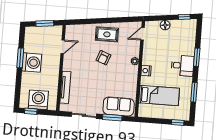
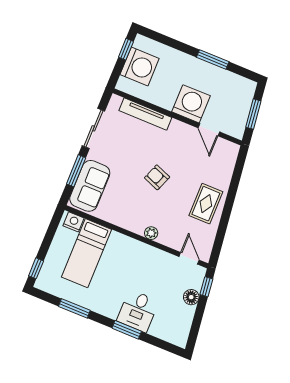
window: (184, 17) -> (206, 287), moved
armchair: (103, 58) -> (157, 177), moved
washing machine: (32, 63) -> (191, 104), moved, turned 180
desk: (183, 66) -> (138, 311), moved
nightstand: (146, 71) -> (74, 222), moved

